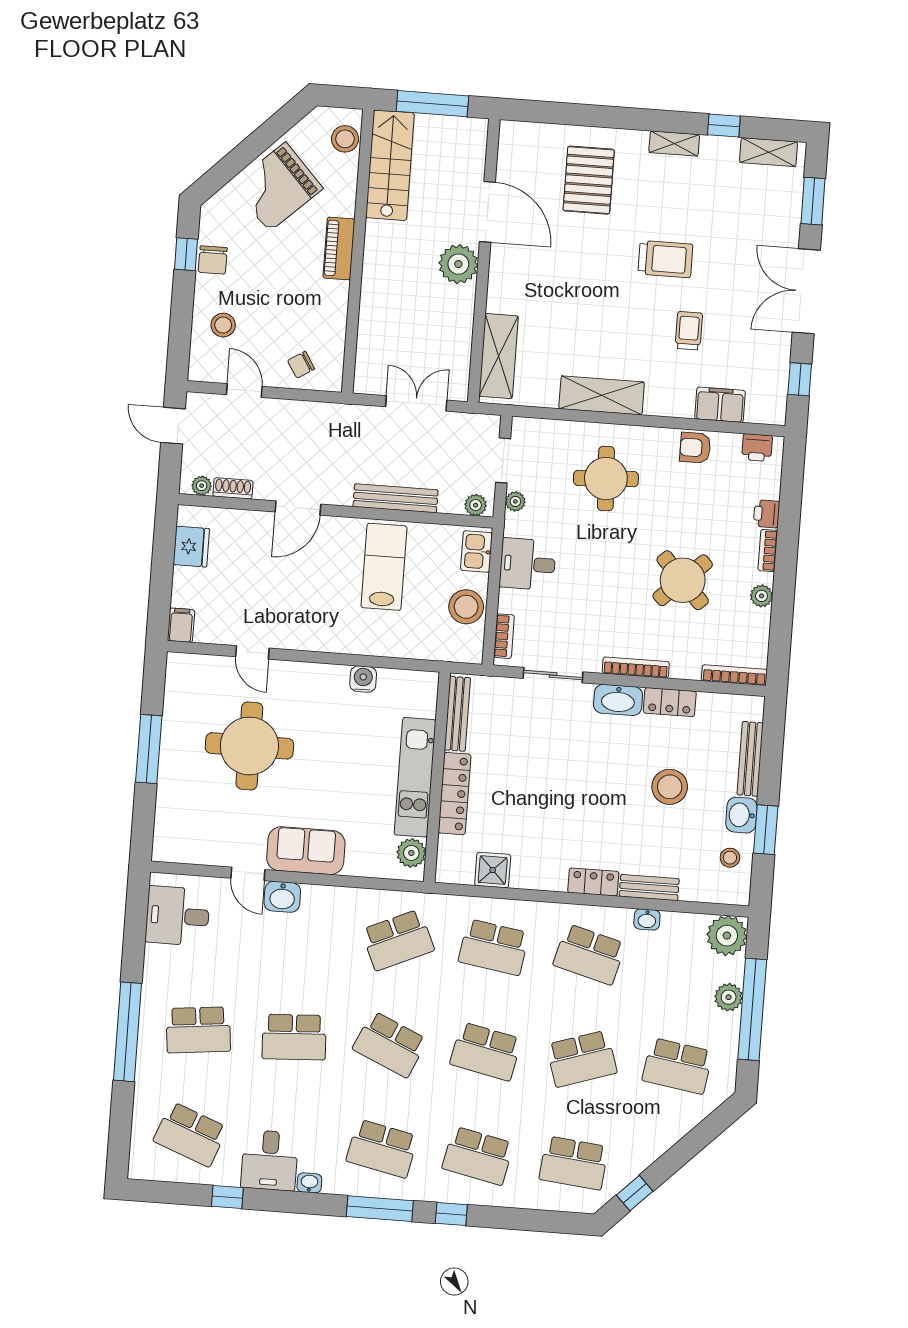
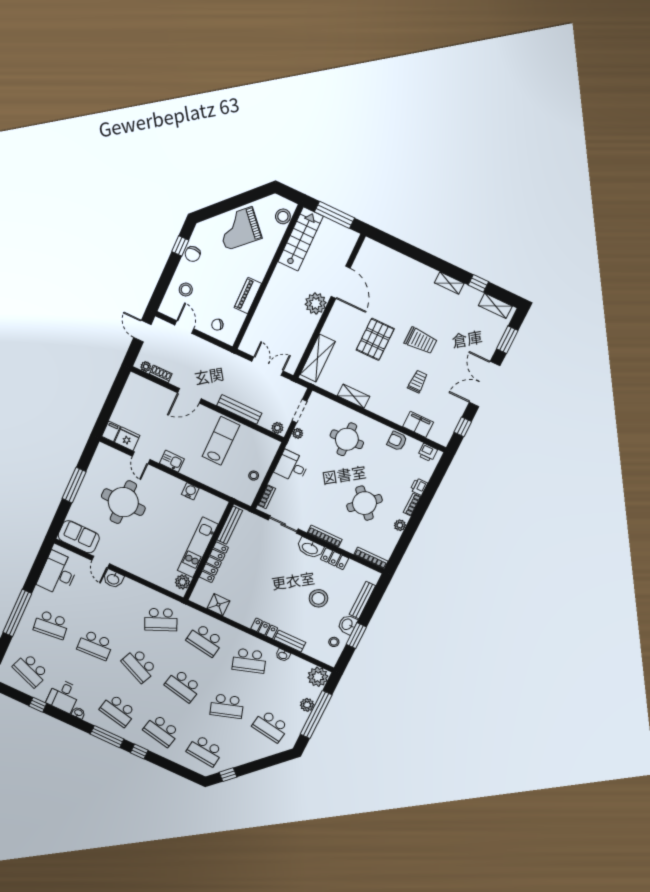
pallet: (589, 180) -> (375, 339), moved
piano: (339, 248) -> (248, 296), moved
shelving: (602, 395) -> (353, 396), width x0.67, depth x0.75
fridge: (191, 547) -> (127, 439), moved, turned -90
kitchen sink: (476, 551) -> (172, 461), moved, turned 90
stool: (466, 607) -> (254, 476), width x0.53, depth x0.53
sofa: (306, 851) -> (79, 537), moved
desk: (178, 916) -> (58, 574), width x1.37
school desk: (589, 954) -> (249, 661), turned -33

